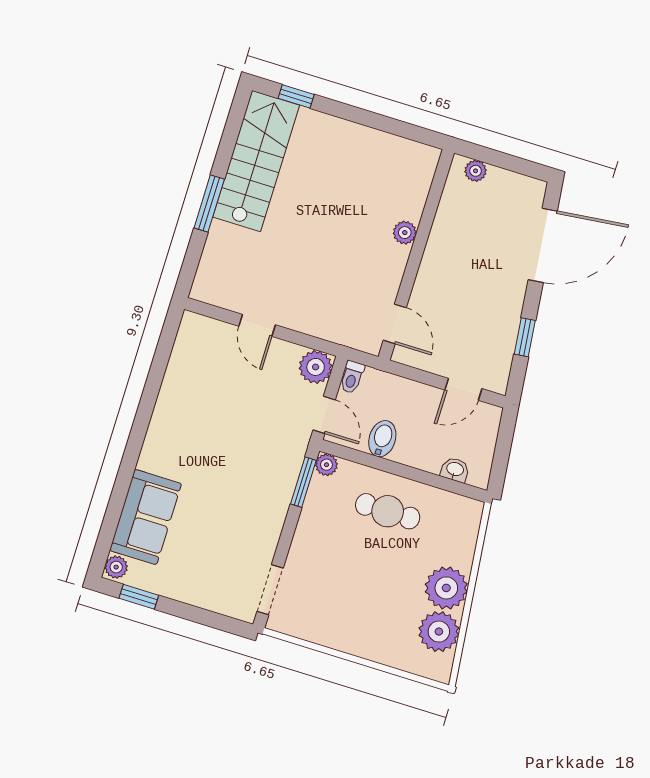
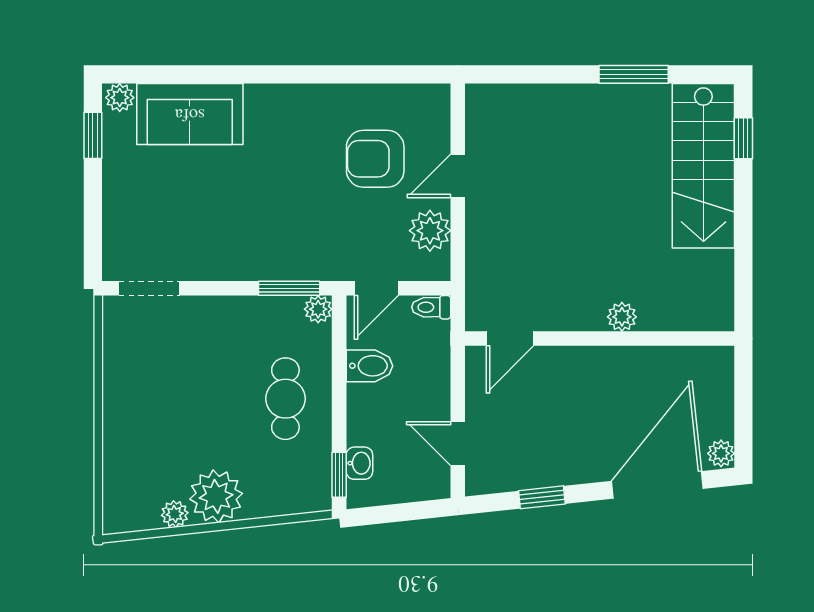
stairs: (256, 161) -> (703, 166), moved, turned 90
plant: (476, 171) -> (721, 453), moved
window: (209, 203) -> (634, 74), moved
door: (543, 245) -> (657, 485), swing flipped
plant: (316, 367) -> (430, 231), moved
armchair: (224, 385) -> (375, 159), added
window: (459, 488) -> (339, 475), added
plant: (439, 632) -> (175, 514), width x0.53, depth x0.53

